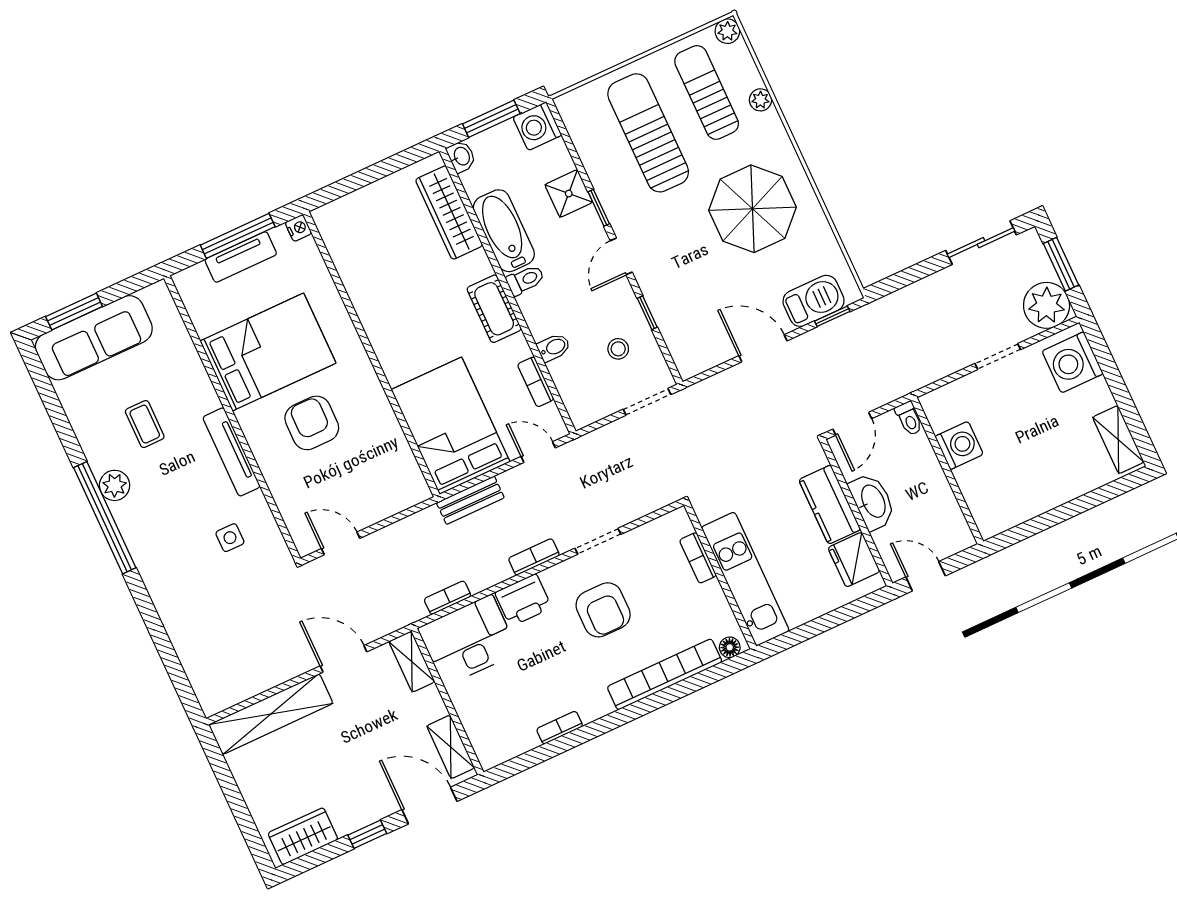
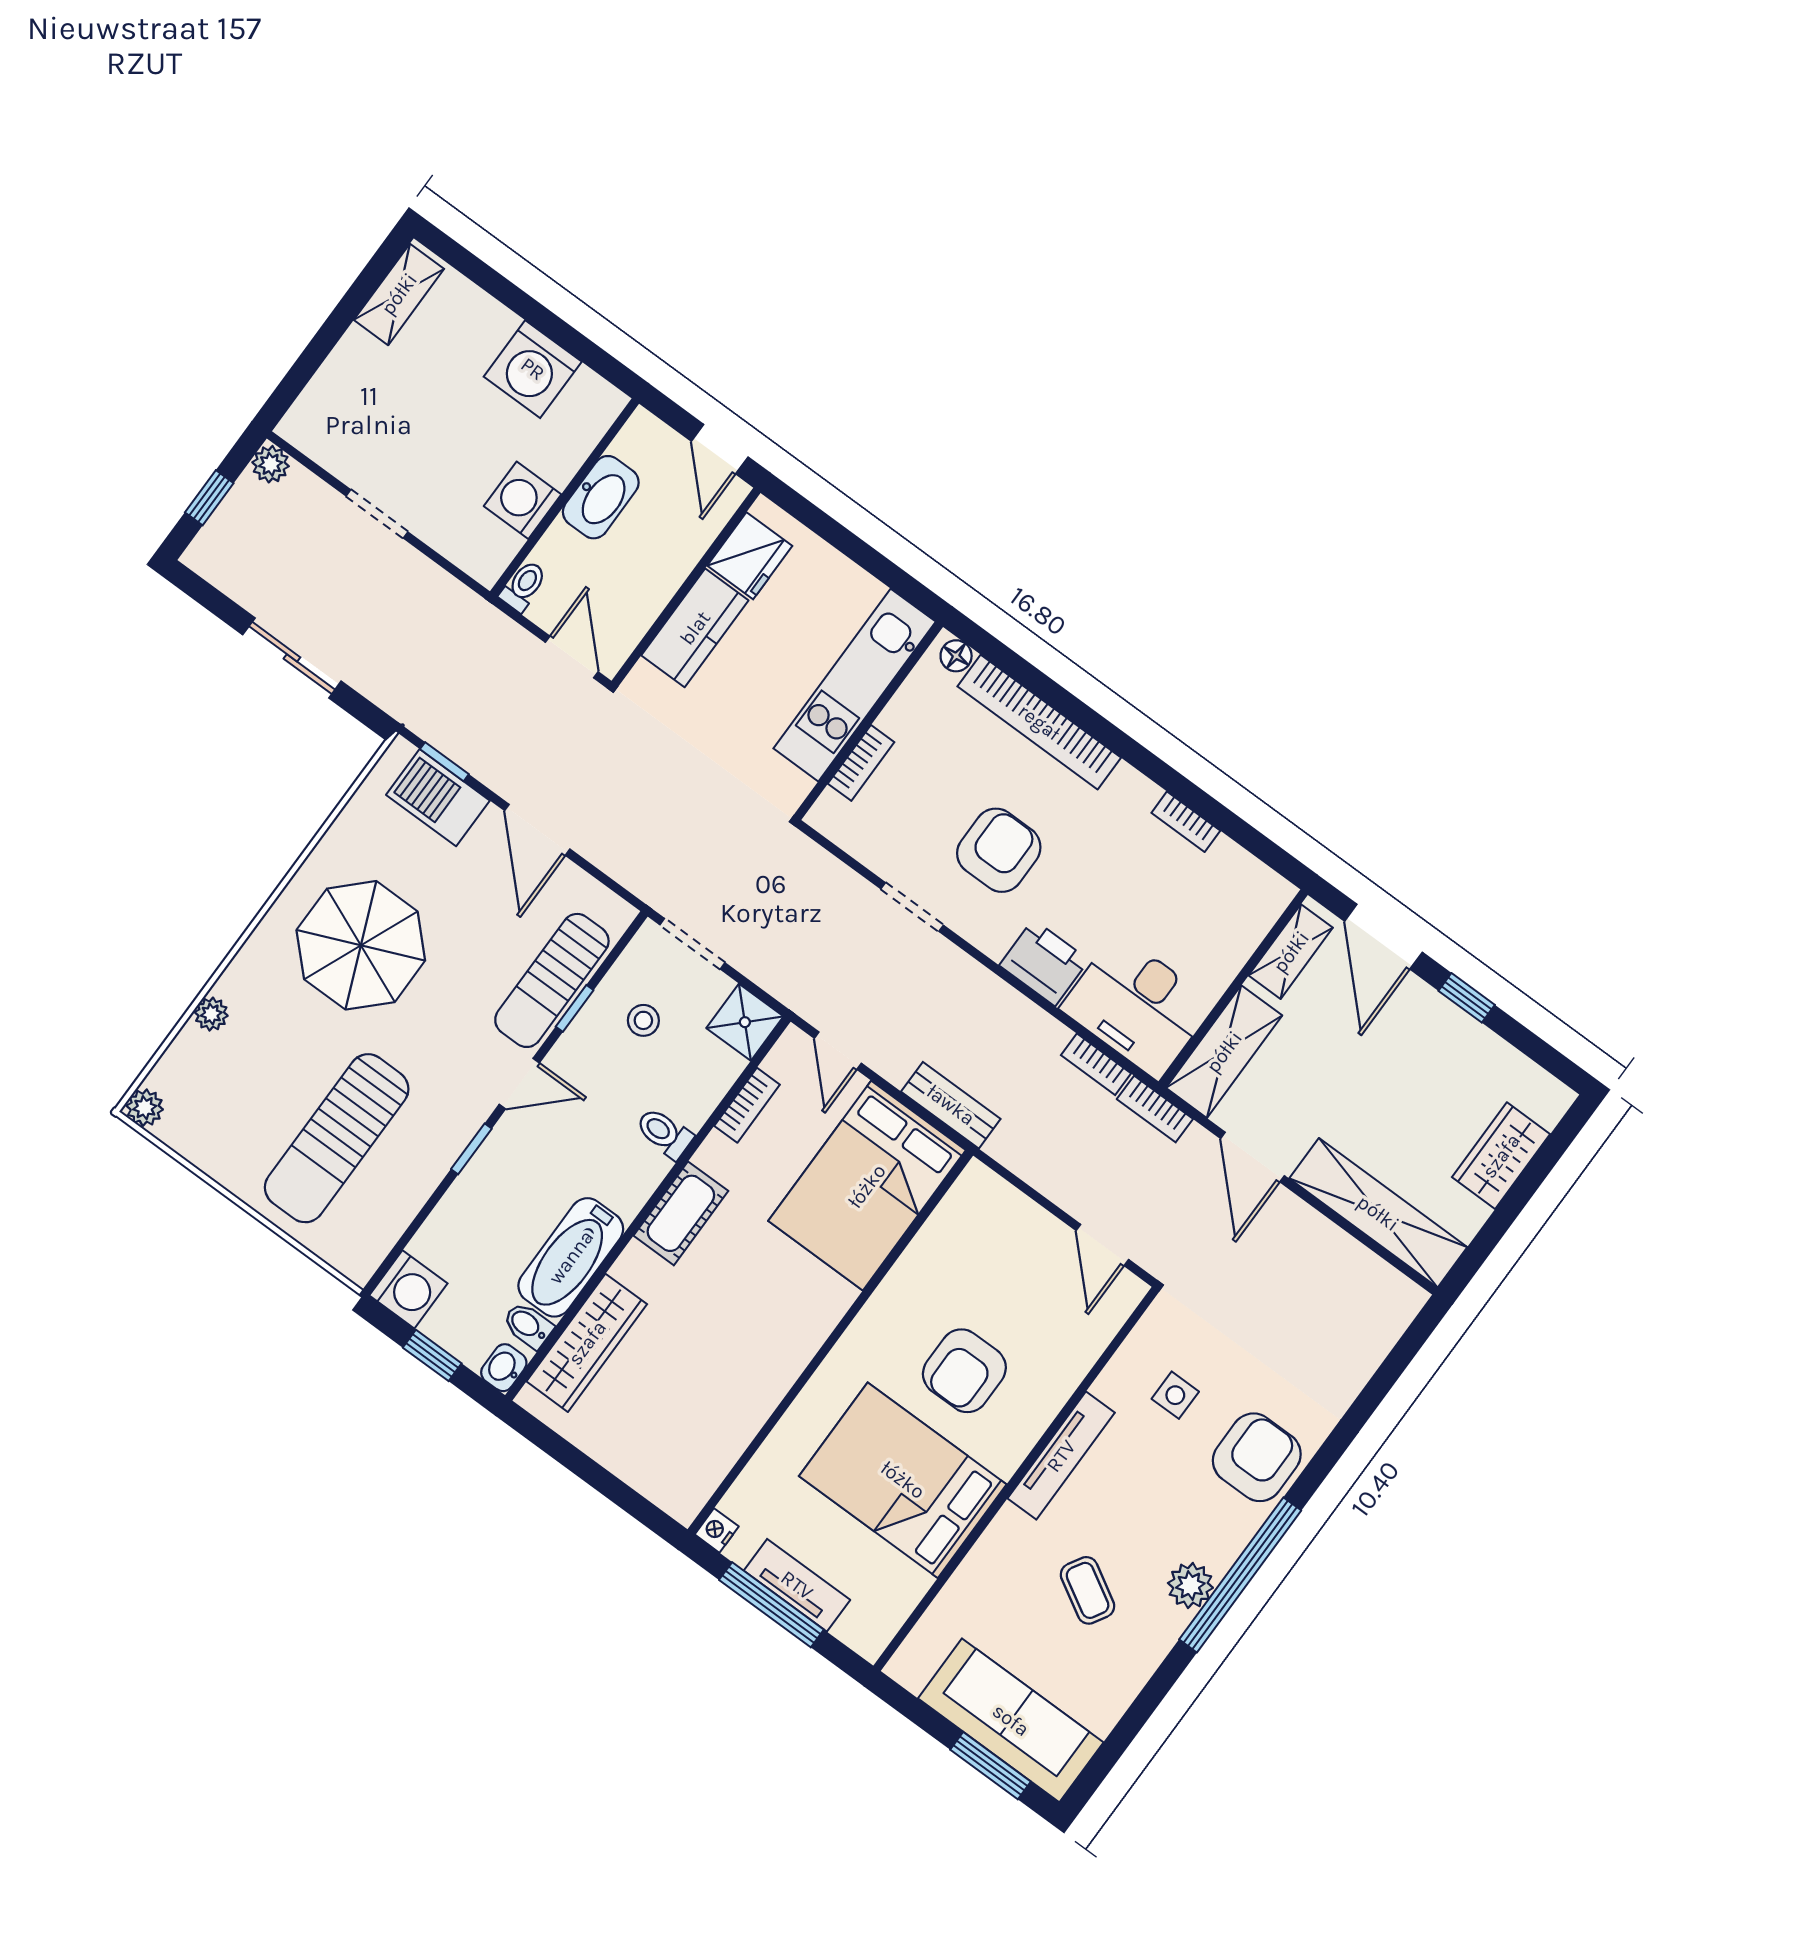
sun lounger: (707, 92) -> (552, 980), moved
window: (491, 119) -> (432, 1355), width x0.67
shower: (569, 194) -> (745, 1022), moved
sliding door: (981, 243) -> (292, 658), moved
window: (1061, 264) -> (209, 498), width x0.67
toilet: (525, 280) -> (664, 1133), moved
plant: (1047, 305) -> (271, 464), width x0.53, depth x0.53
bidet: (554, 347) -> (528, 1325), moved
washing machine: (1073, 362) -> (533, 369), moved, turned 90
coffee table: (145, 424) -> (1088, 1590), turned -60
door: (852, 424) -> (572, 657), hinge flipped
washbasin: (872, 502) -> (601, 497), moved, turned 180
bookcase: (534, 557) -> (1155, 1109), moved
armchair: (168, 565) -> (1257, 1457), added
shelving: (412, 662) -> (1224, 1052), width x1.50, depth x1.33
wardrobe: (303, 836) -> (1501, 1156), moved, turned 90

